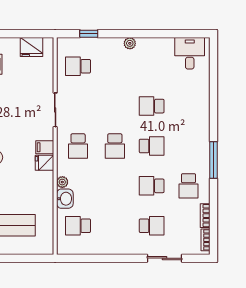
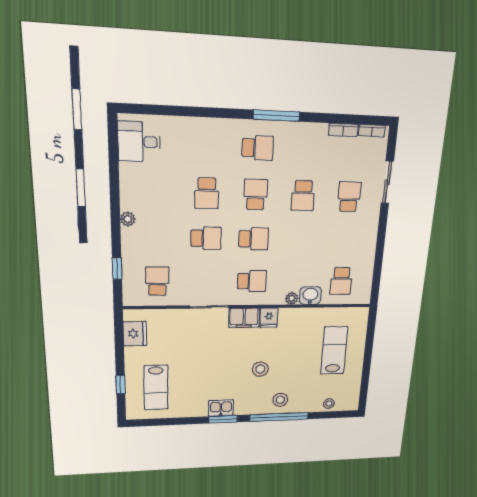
school desk: (78, 66) -> (157, 281), turned 180
school desk: (115, 106) -> (206, 238), added
filing cabinet: (45, 147) -> (244, 318), width x2.00
school desk: (188, 186) -> (258, 148), moved

